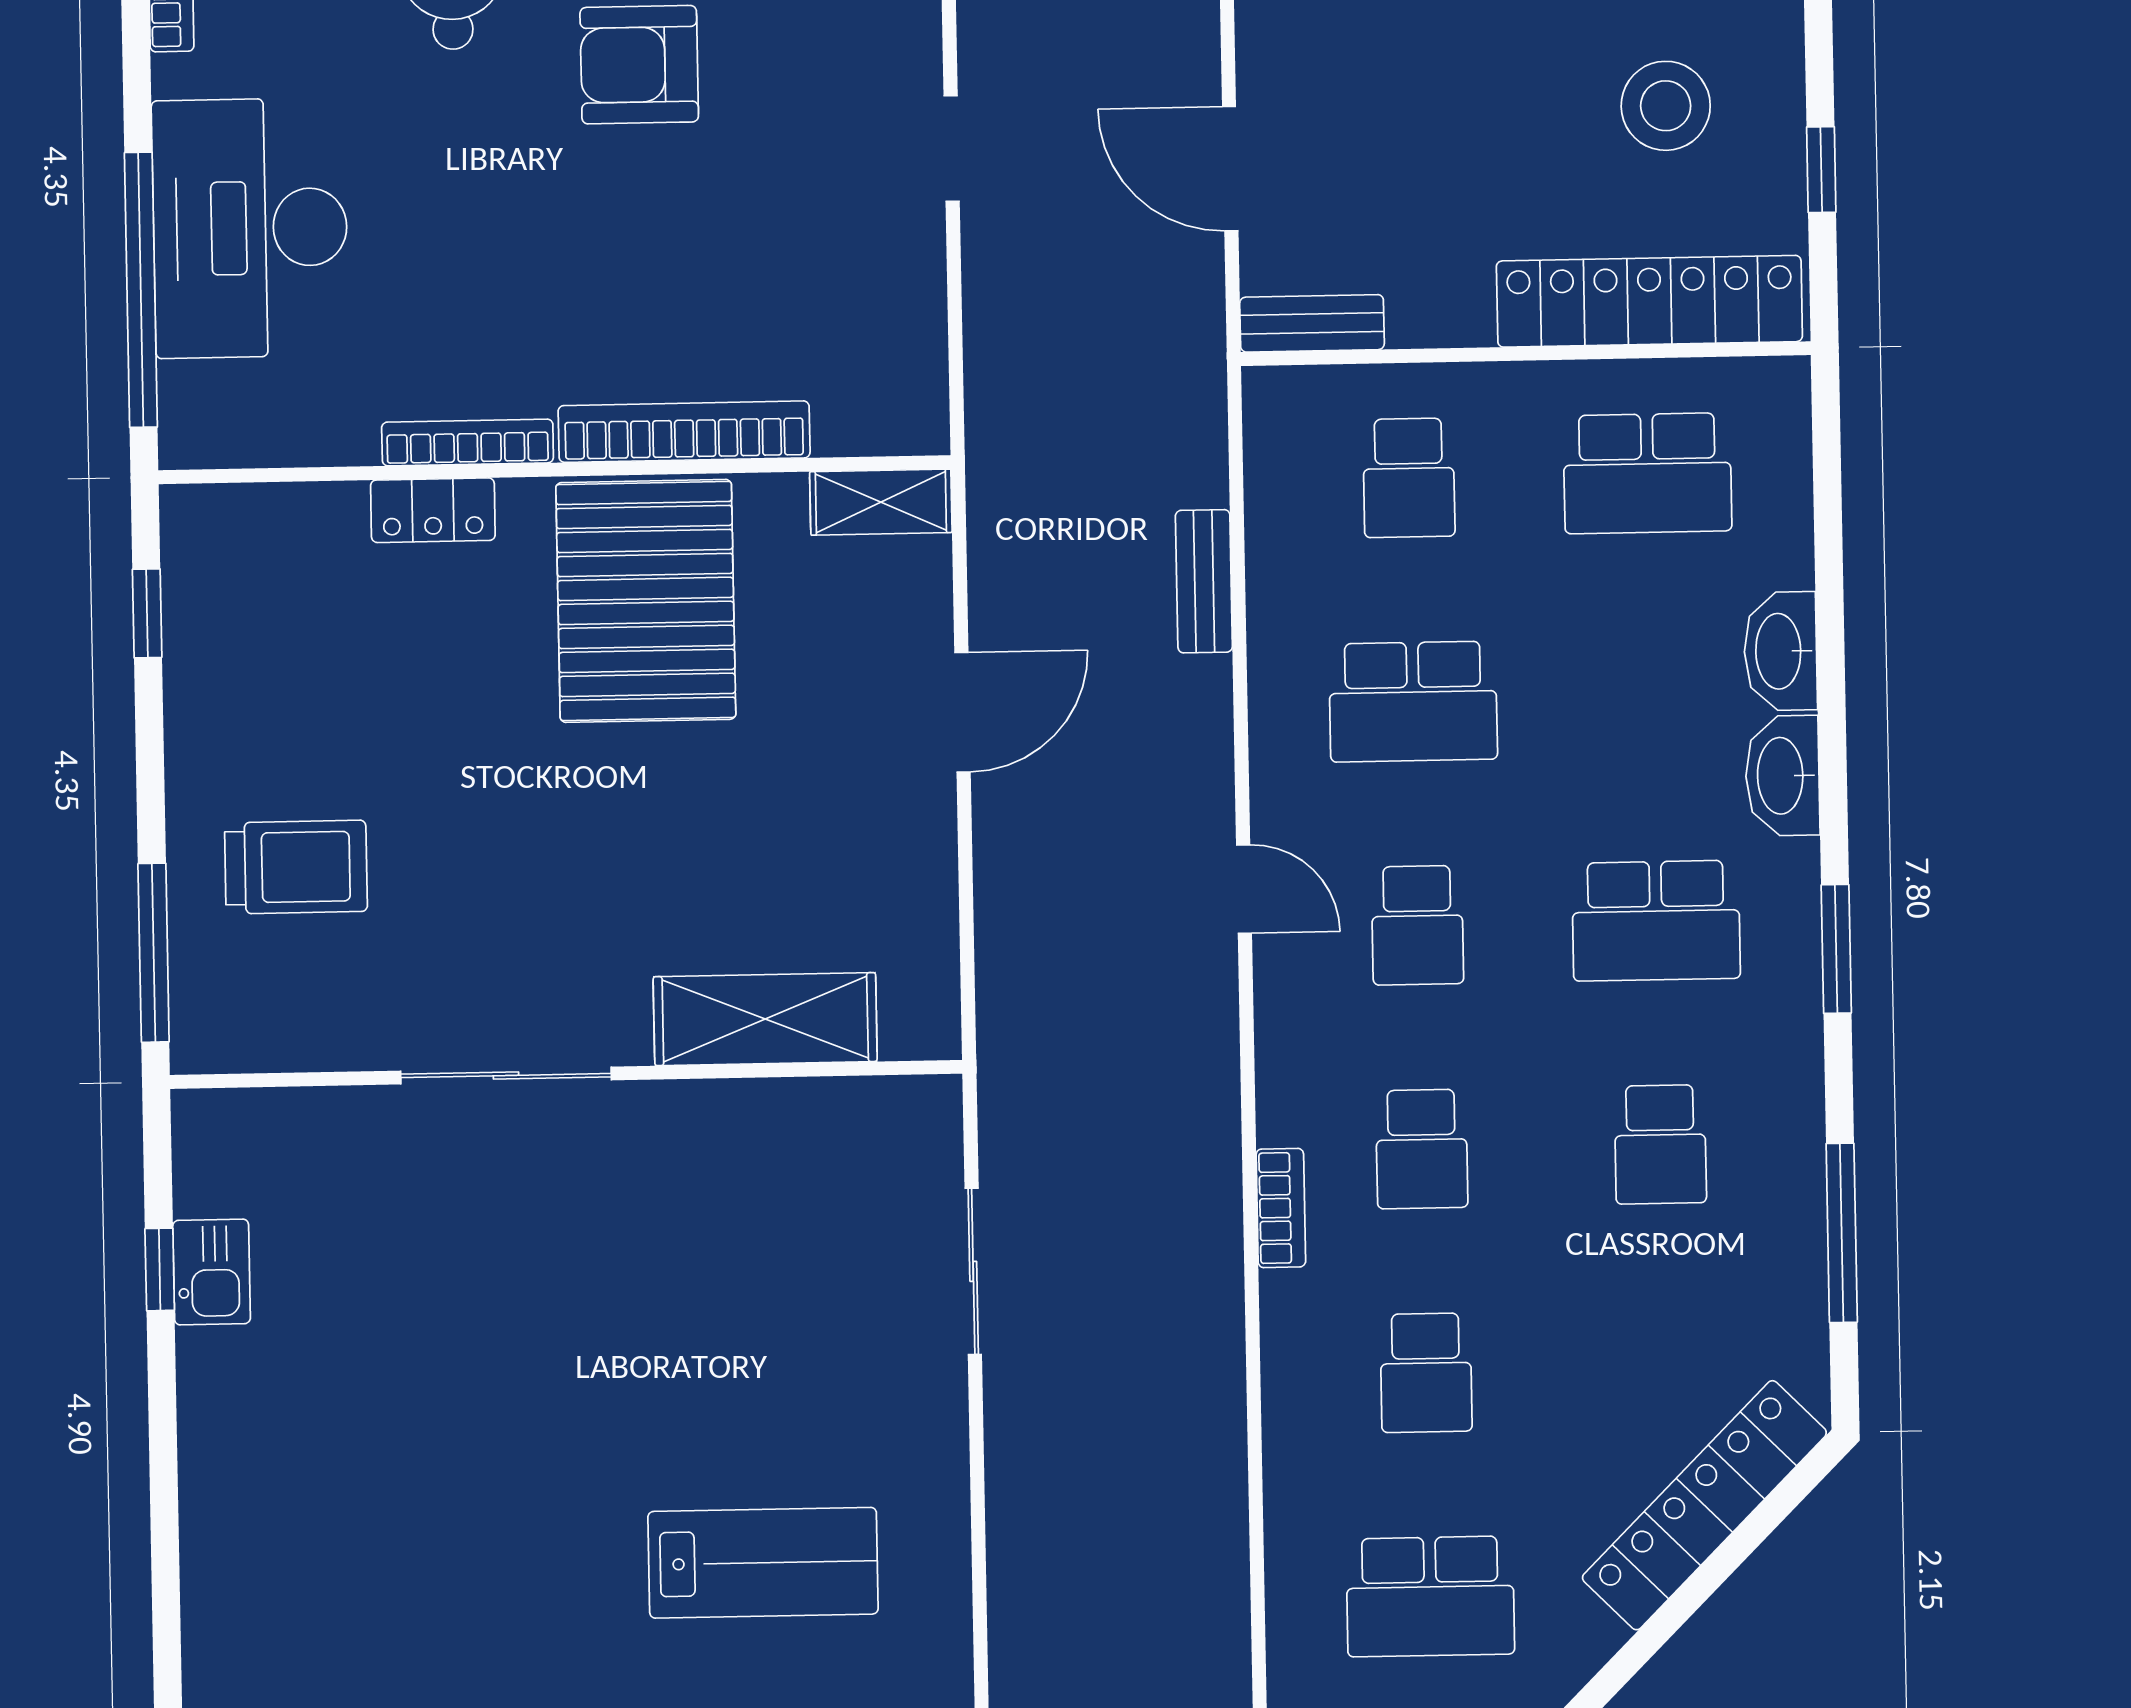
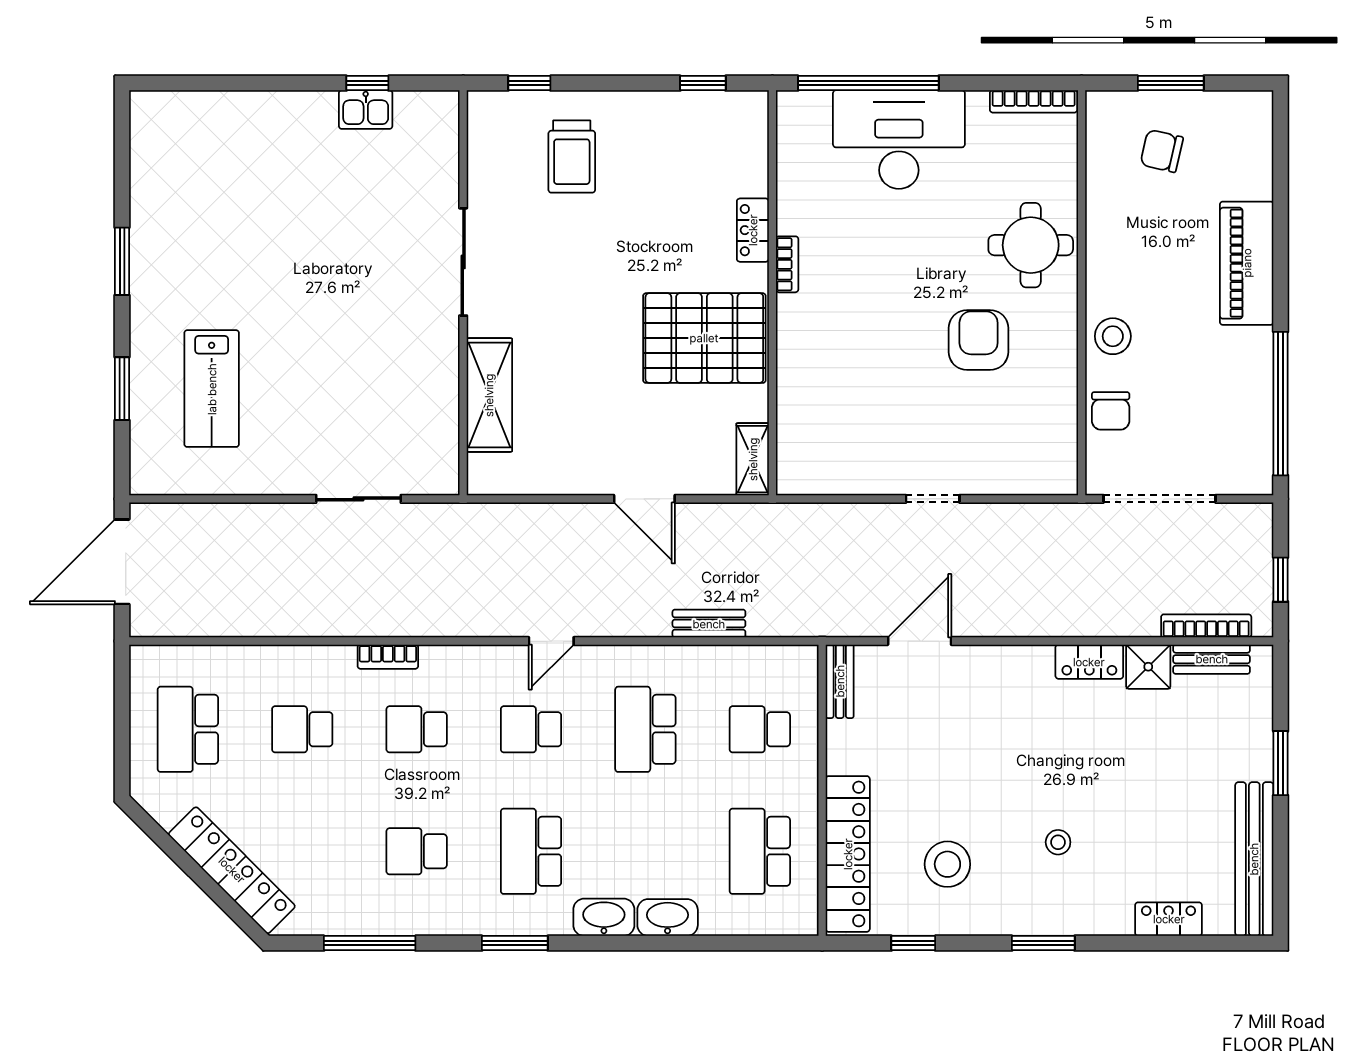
bookcase: (684, 432) -> (790, 359), removed
bookcase: (468, 442) -> (787, 264), width x0.64
window: (154, 953) -> (529, 83), width x0.46

